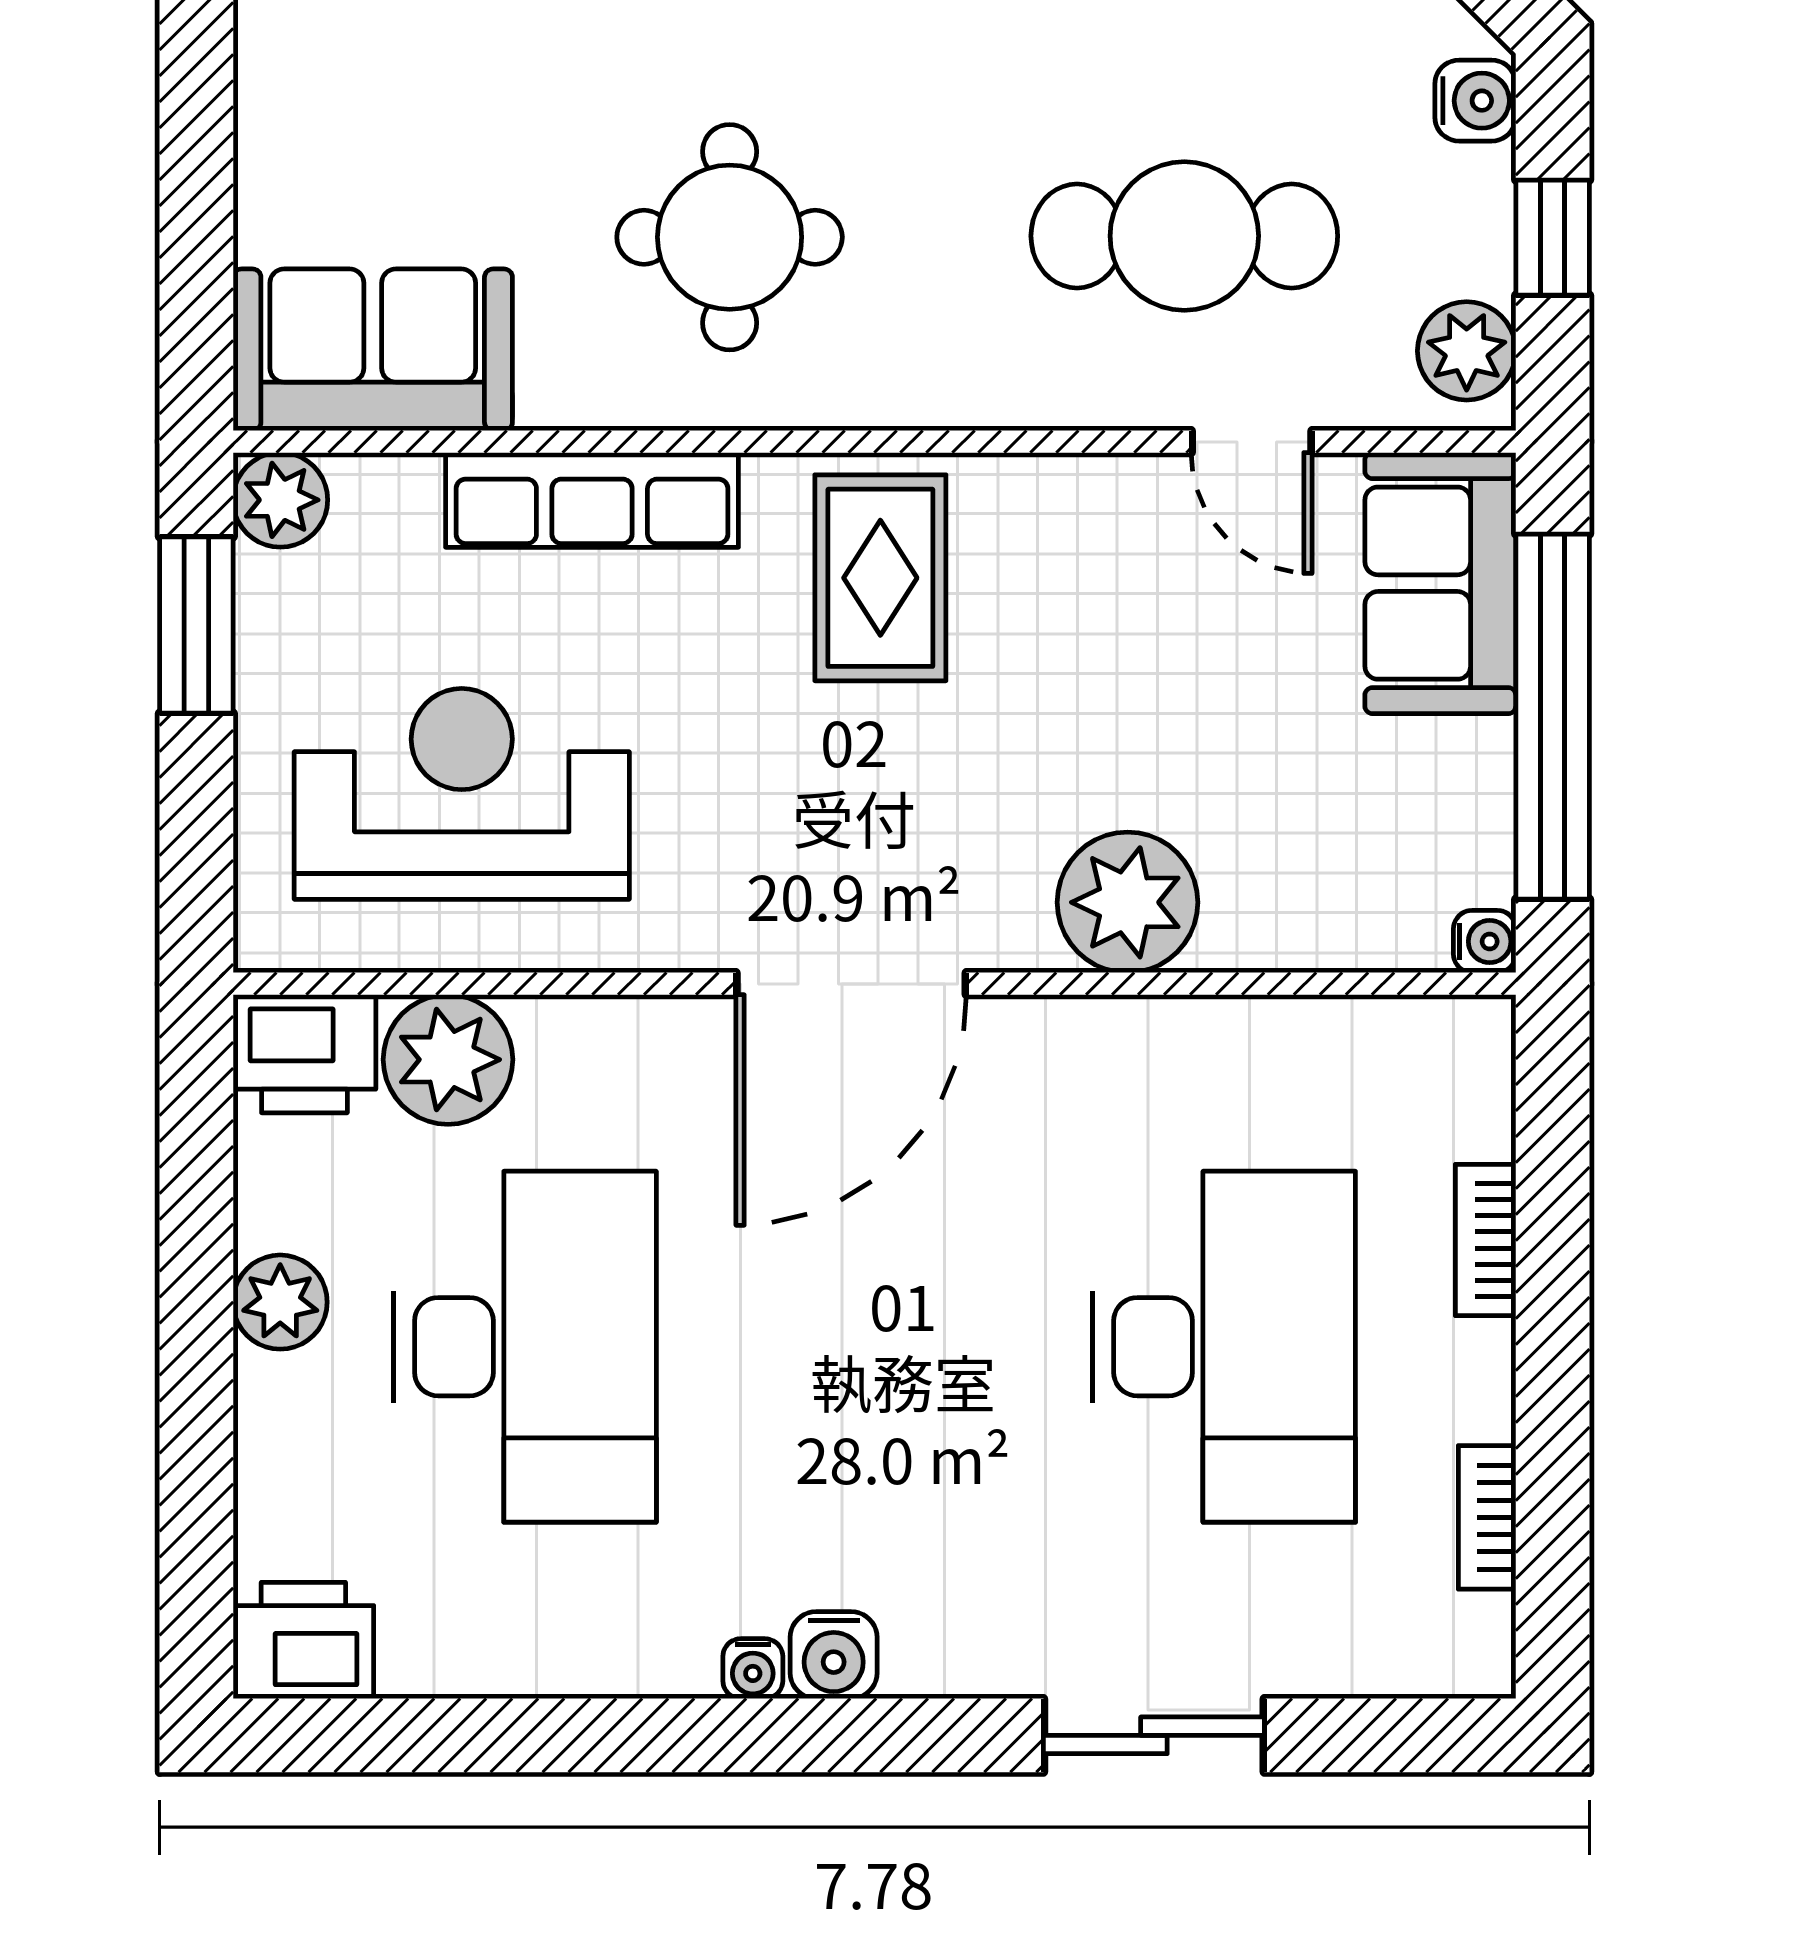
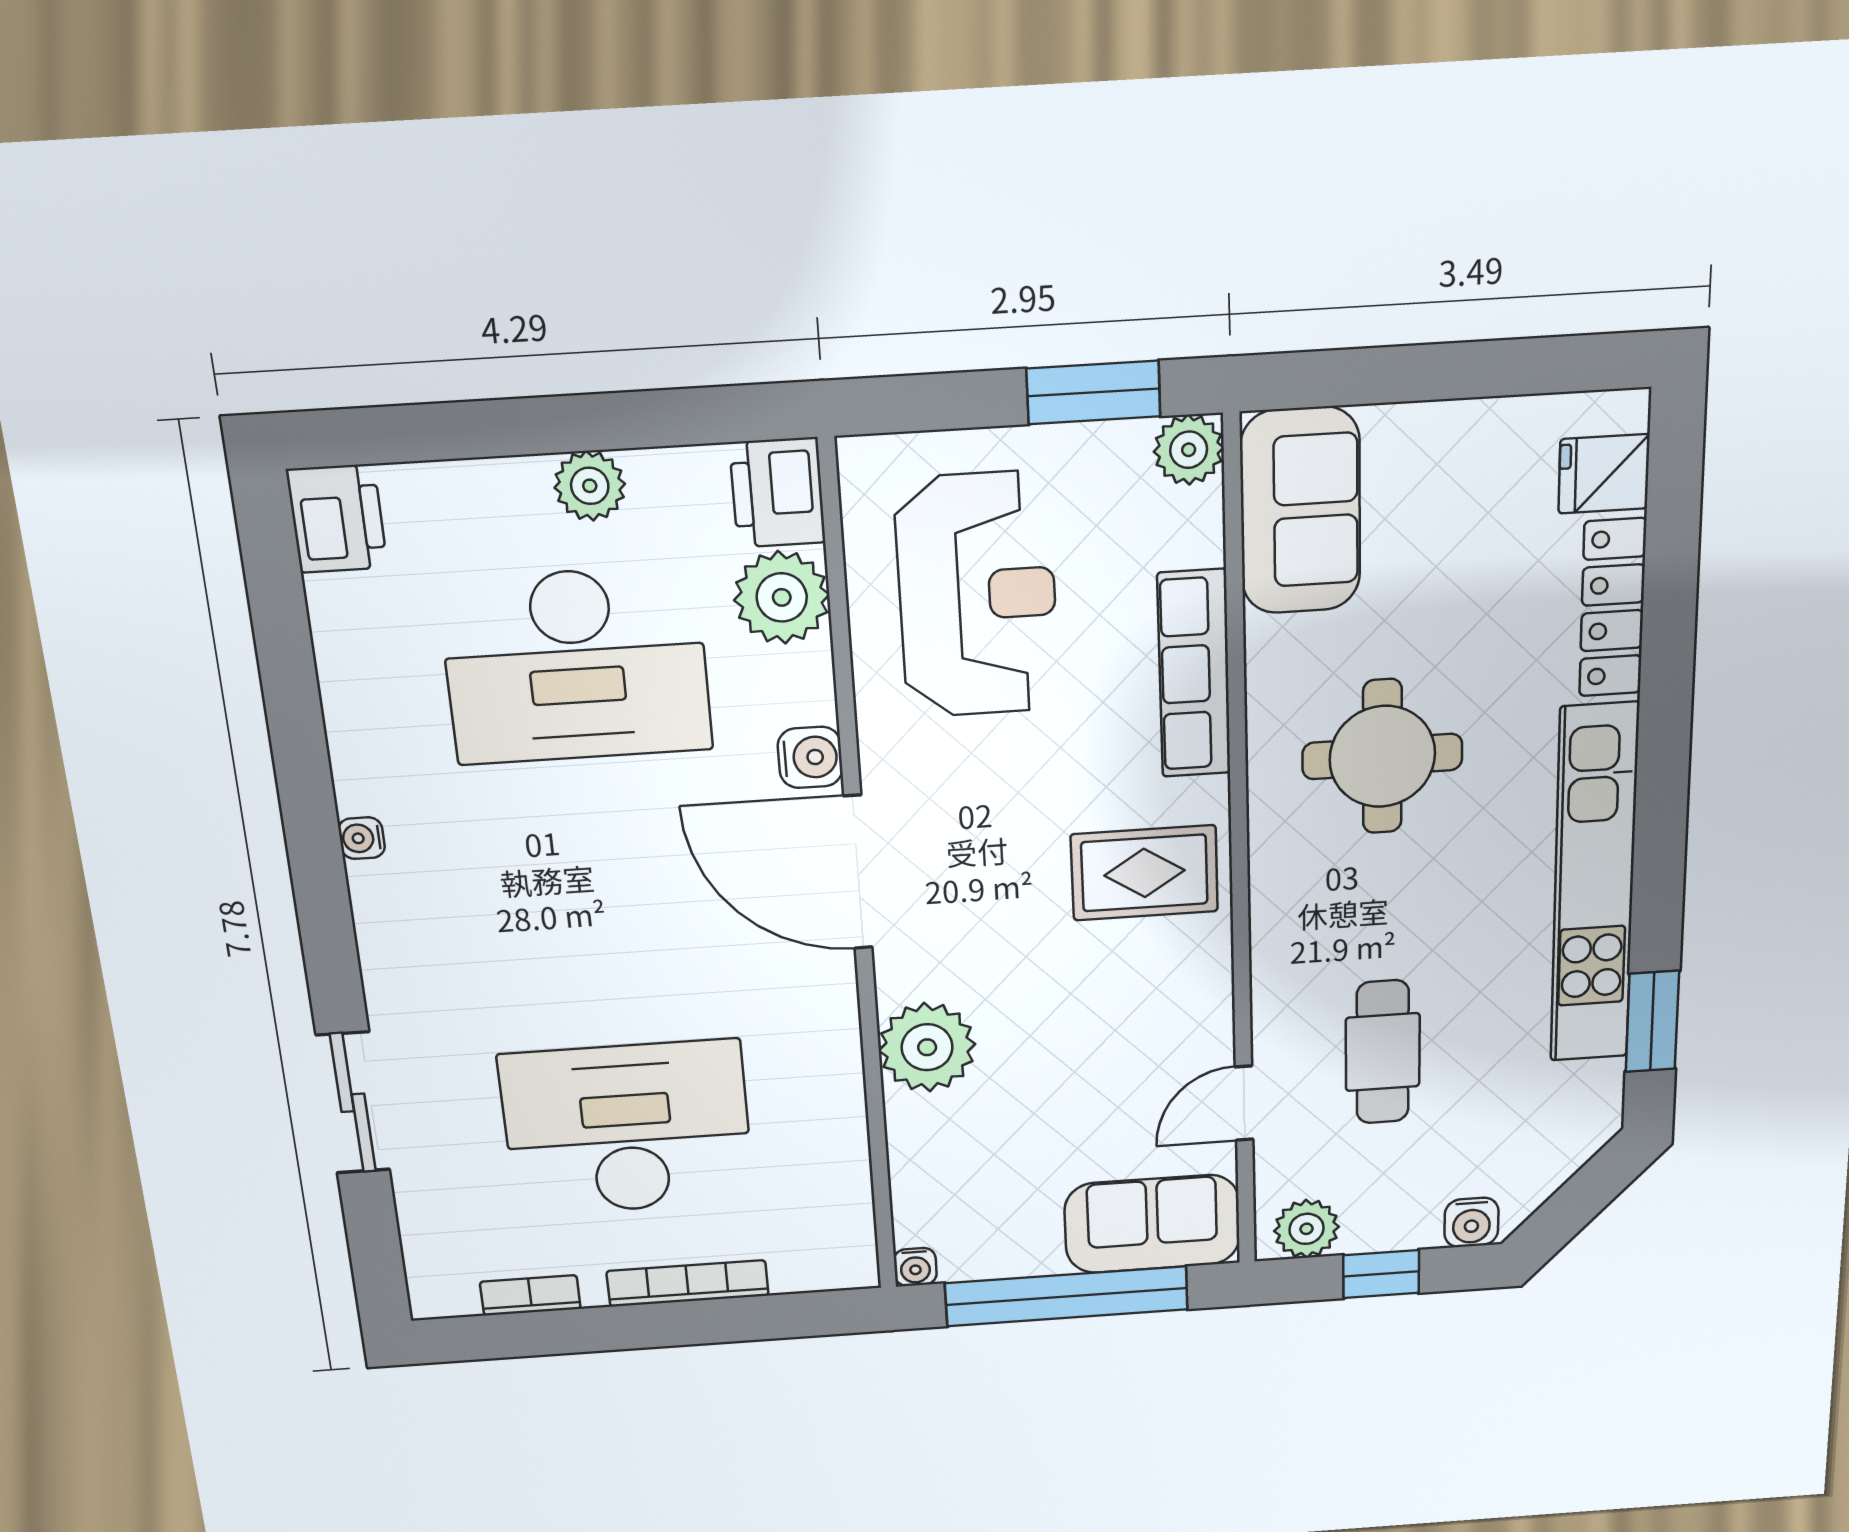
cafe table: (1184, 236) -> (1383, 1052), width x0.73, depth x0.74
bookcase: (1486, 1240) -> (688, 1283), width x1.56
desk: (1224, 1347) -> (627, 1128), turned 180
water cooler: (834, 1655) -> (810, 757), moved, turned 180

